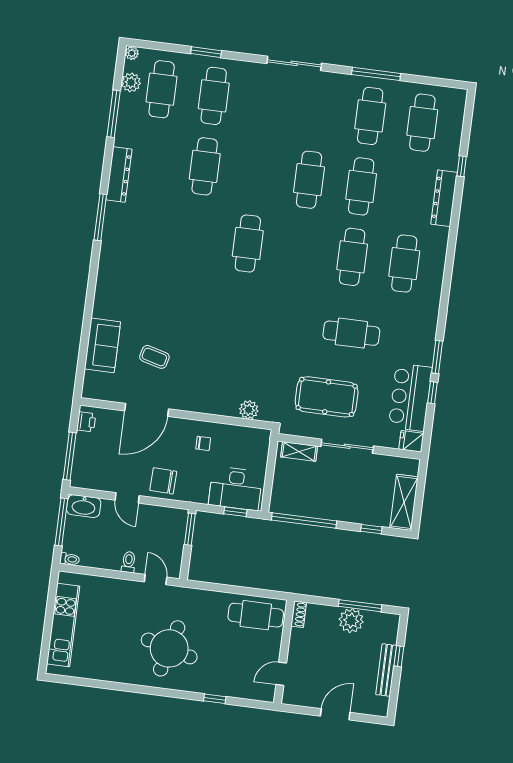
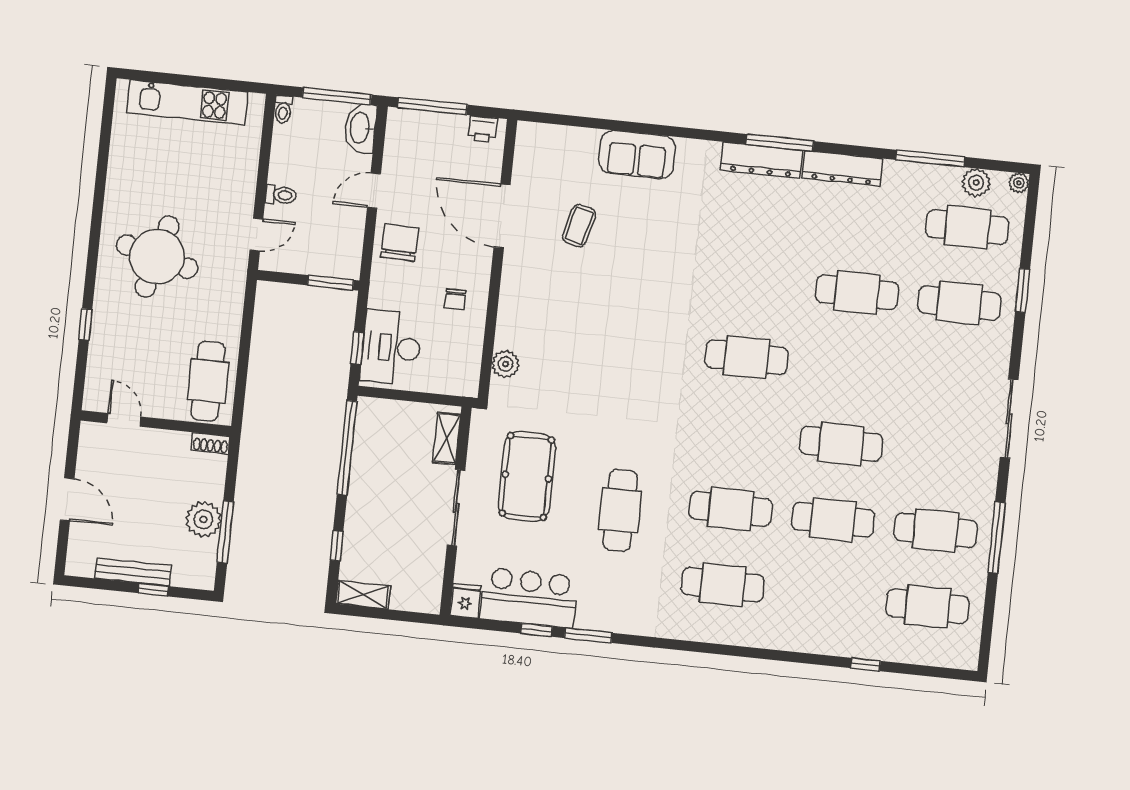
dresser: (444, 198) -> (762, 160), moved, turned 180
sofa: (102, 345) -> (637, 155), moved
shelving: (404, 502) -> (363, 595), width x0.67, depth x0.75

